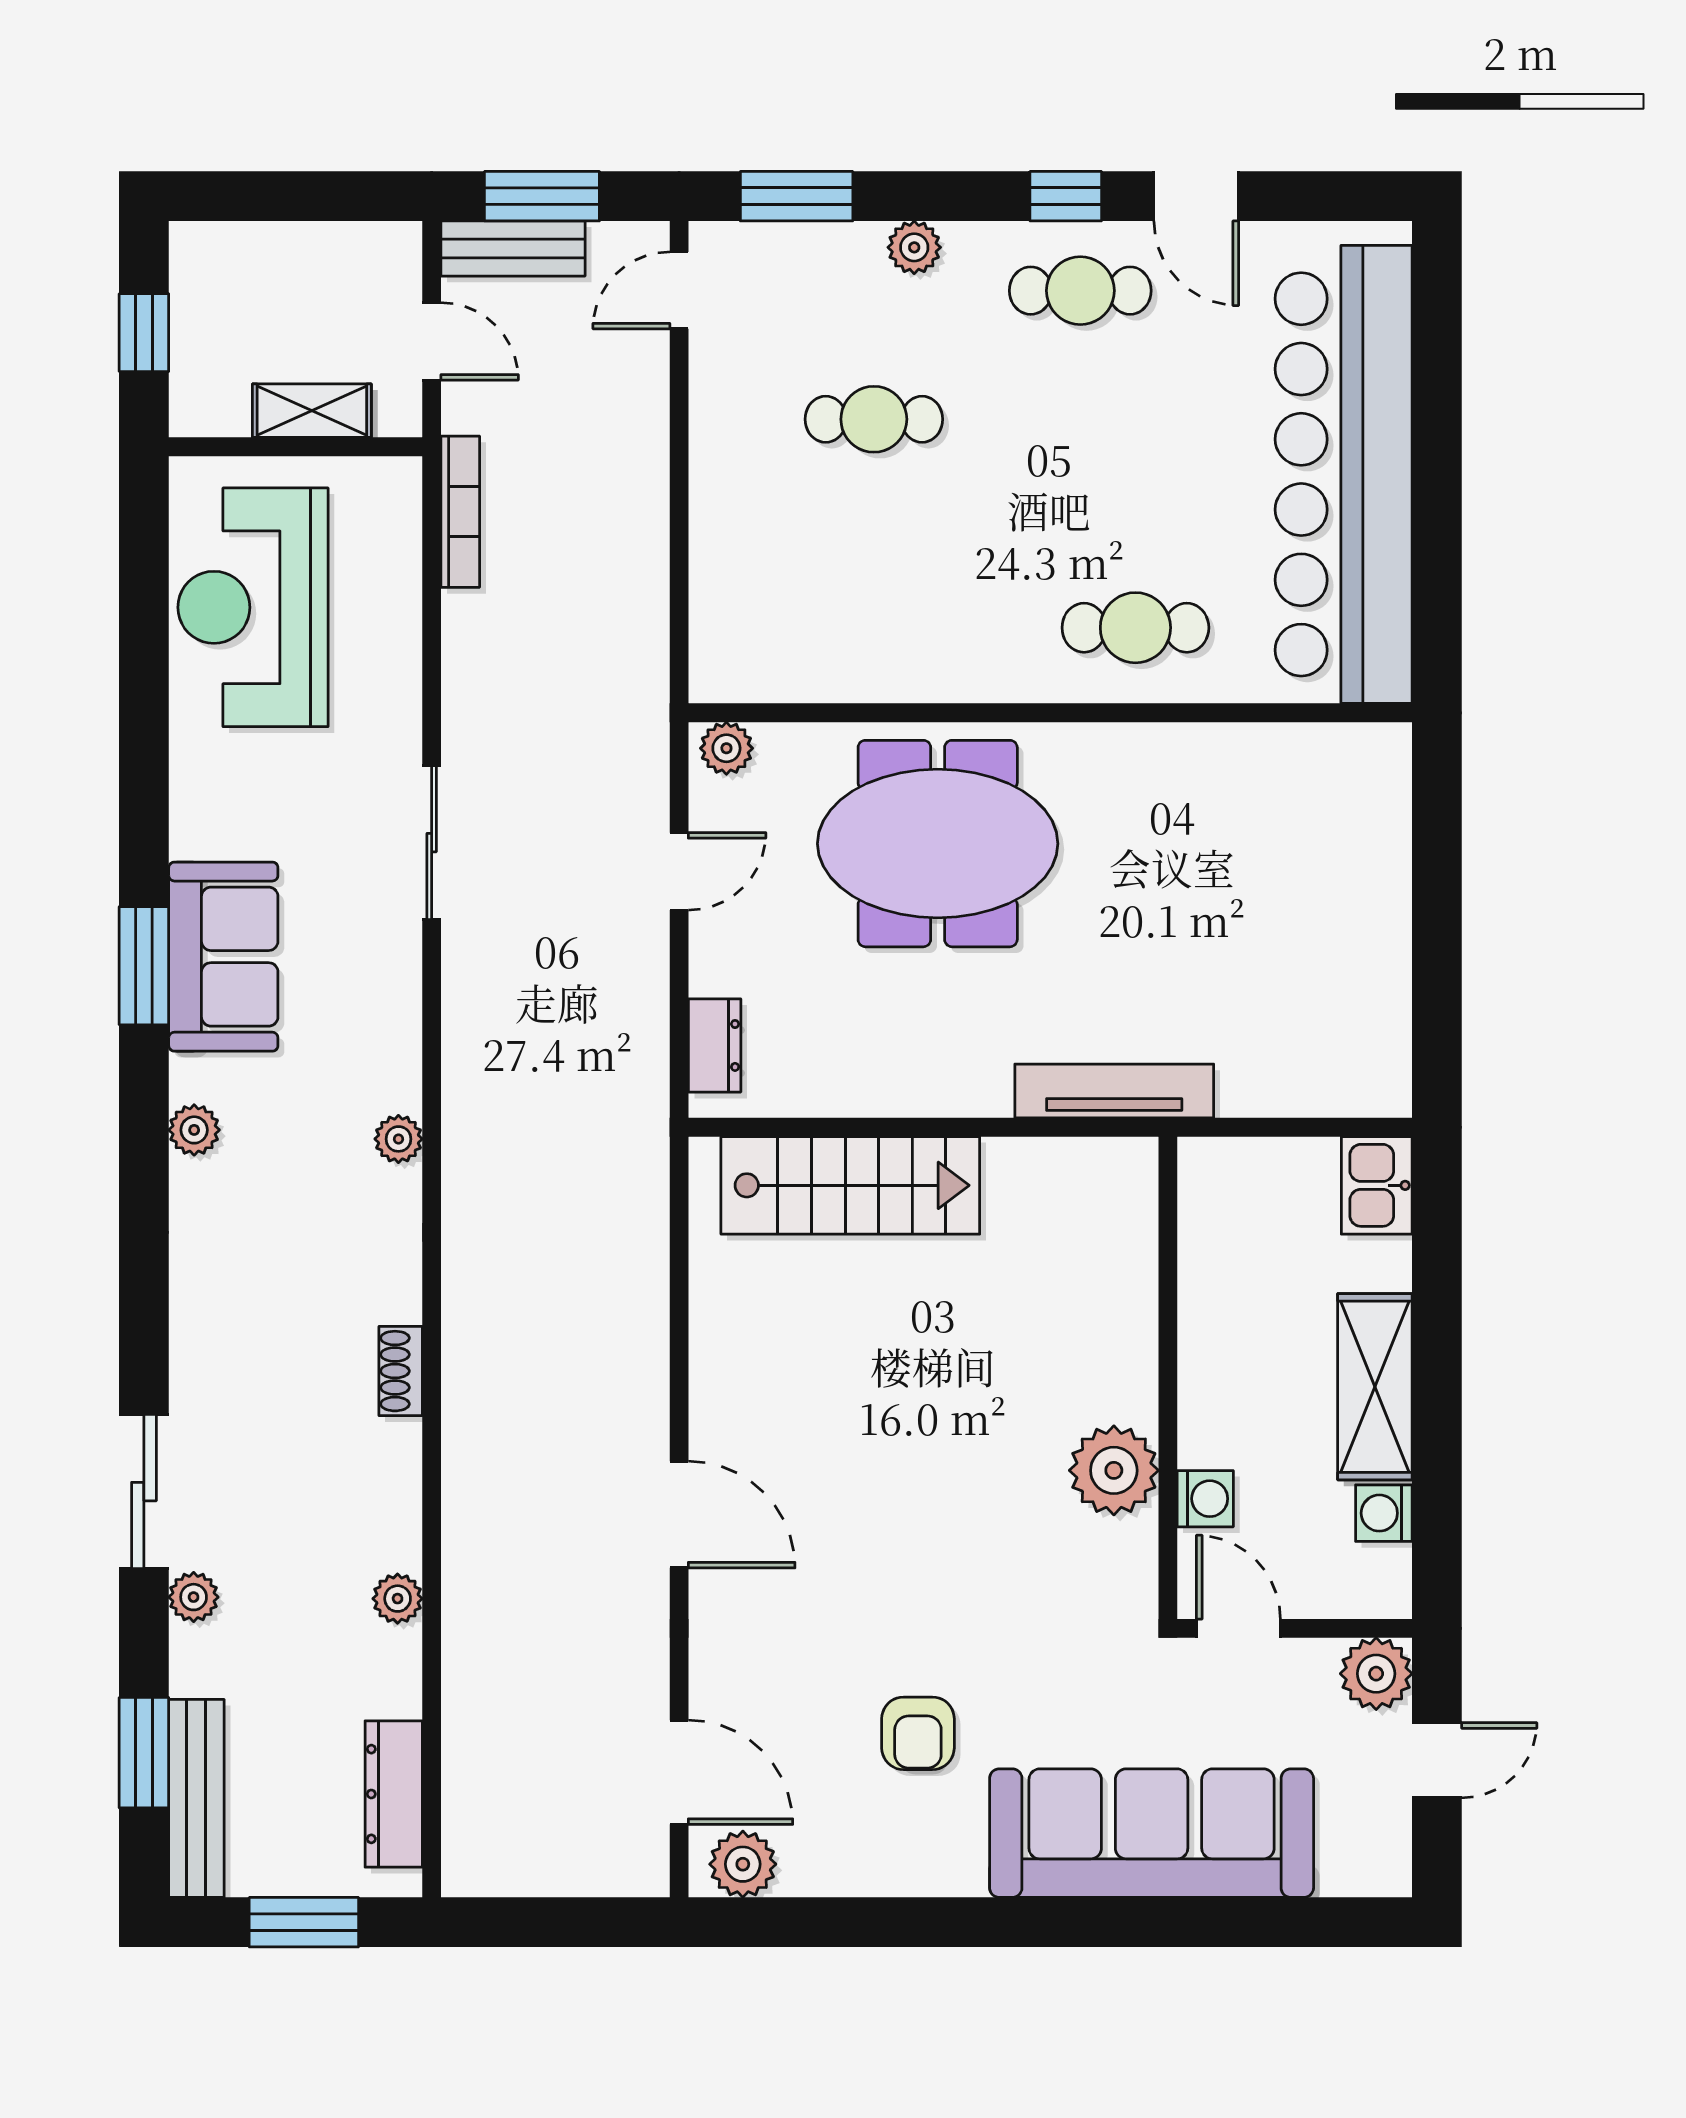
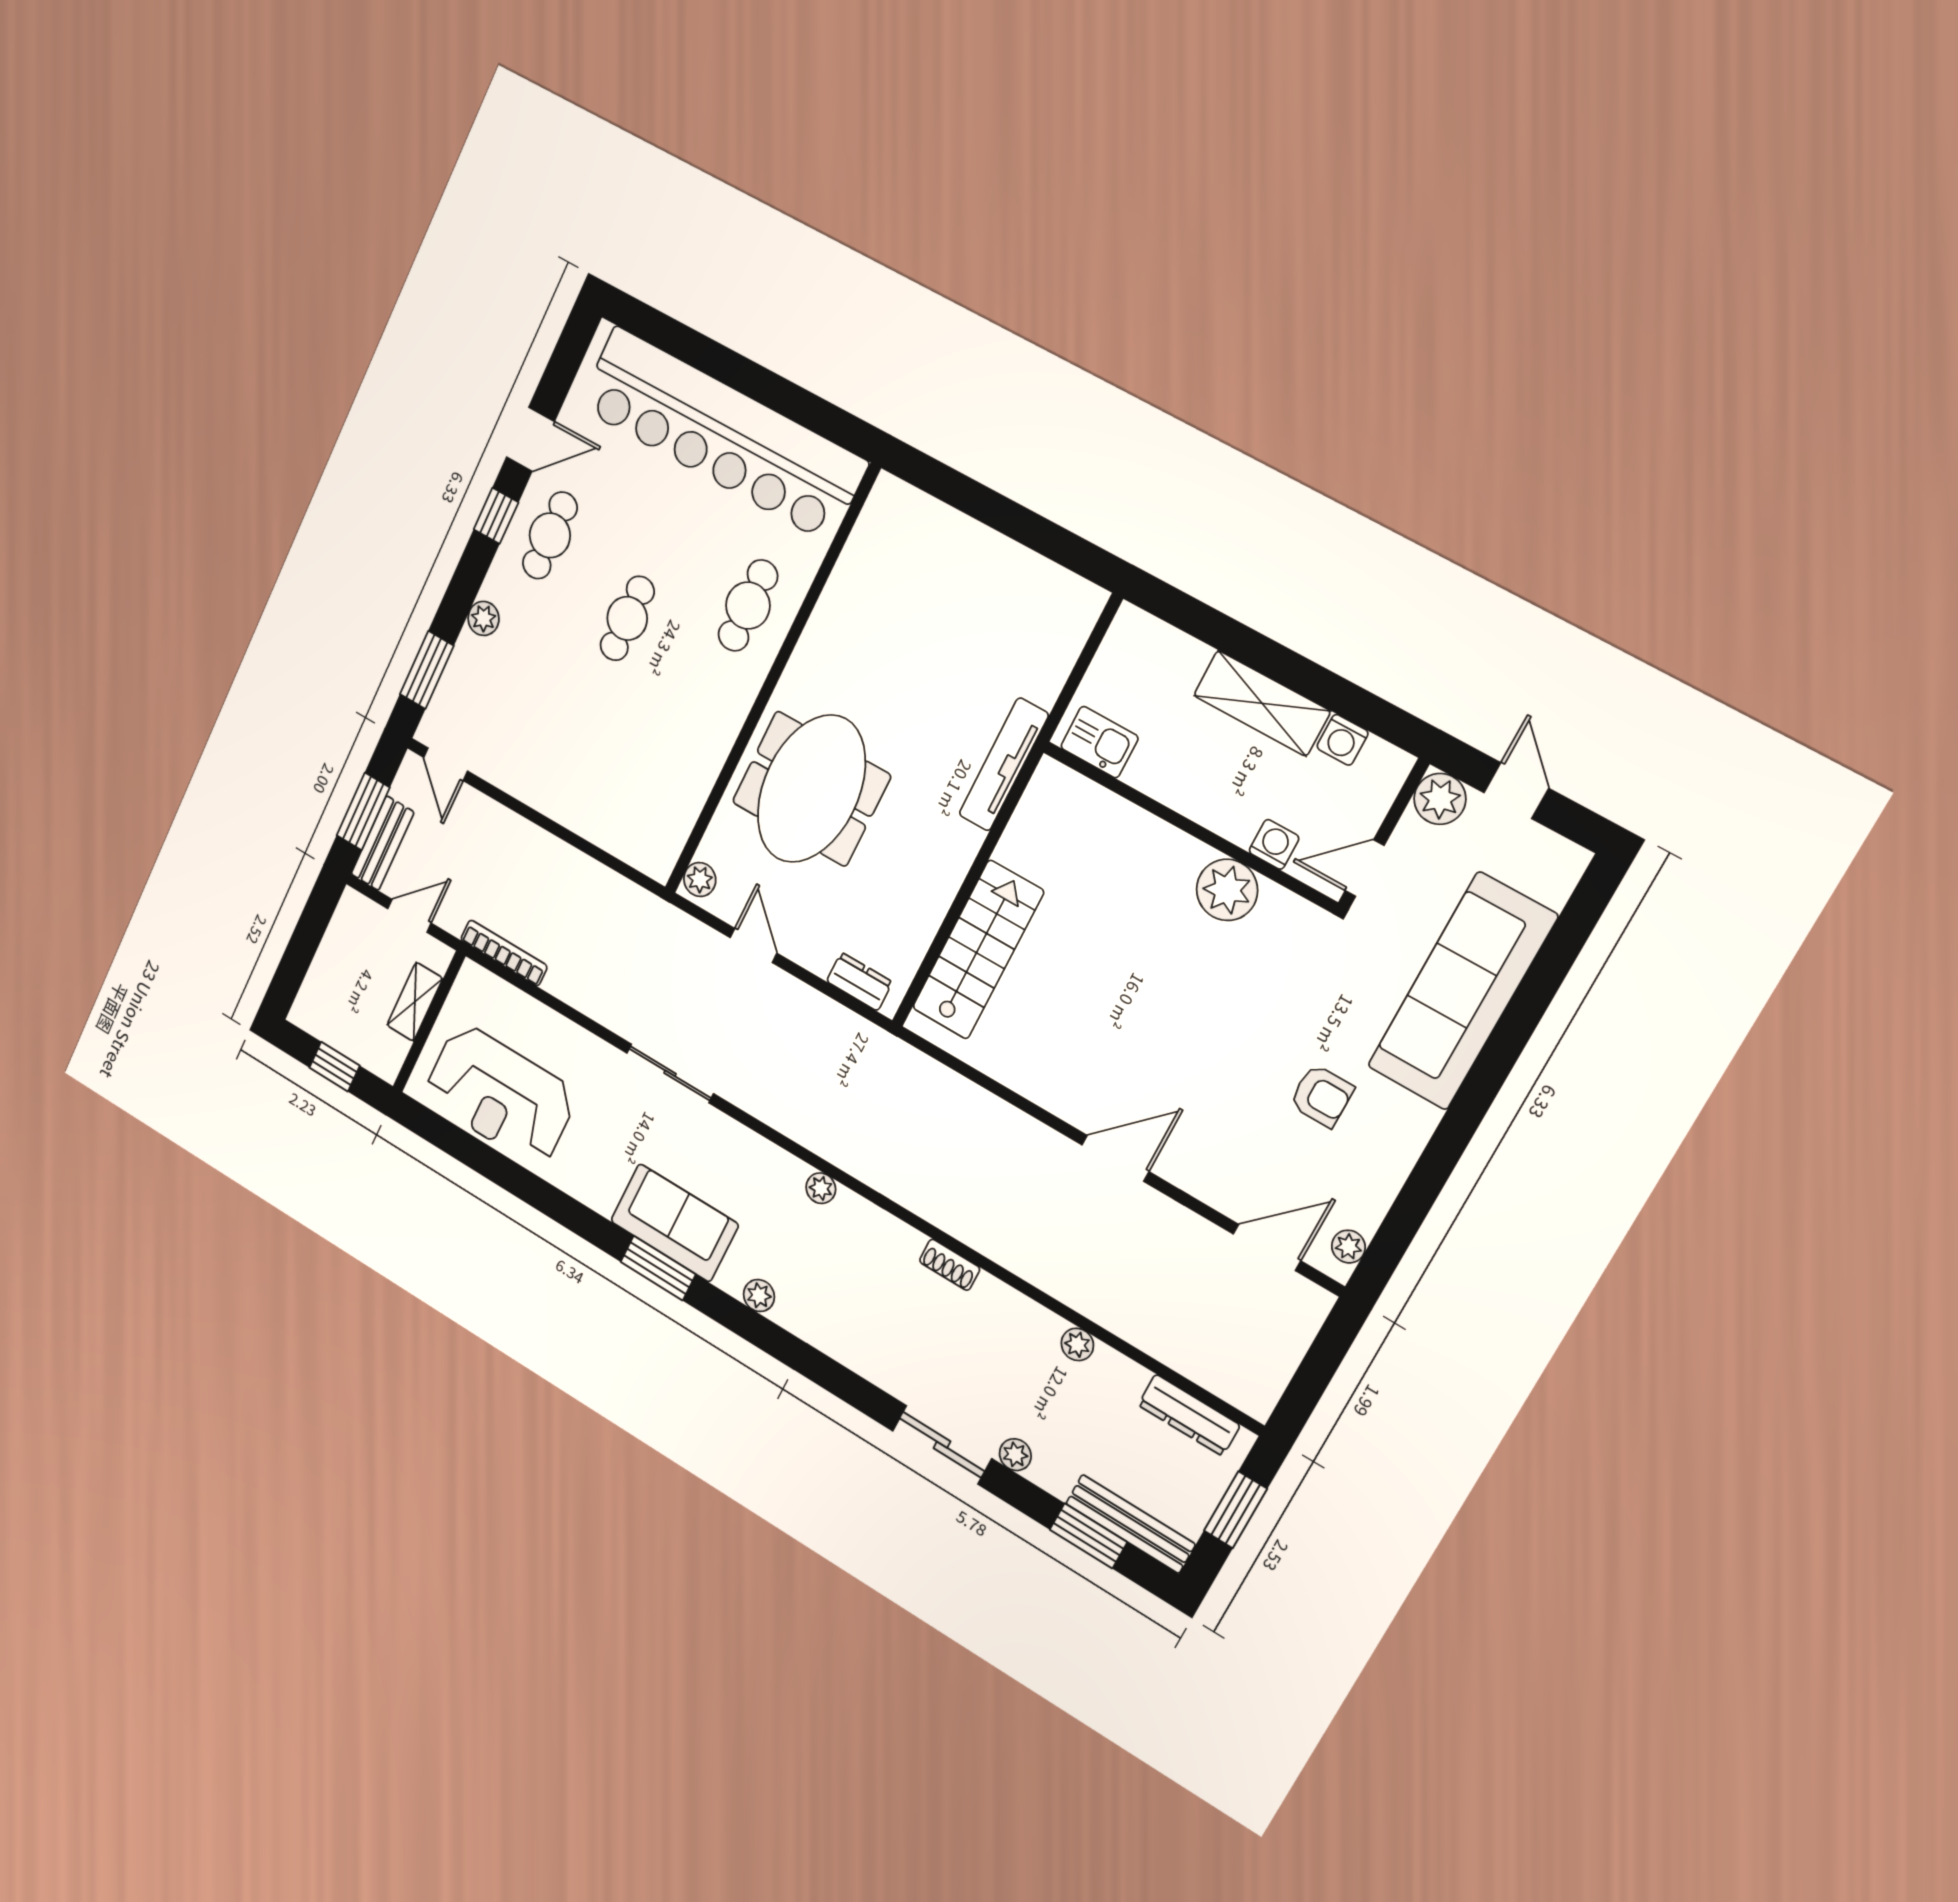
cafe table: (874, 419) -> (627, 618), moved
kitchen sink: (1377, 1185) -> (1099, 742), moved, turned 180
plant: (743, 1864) -> (1348, 1247), width x0.73, depth x0.73

